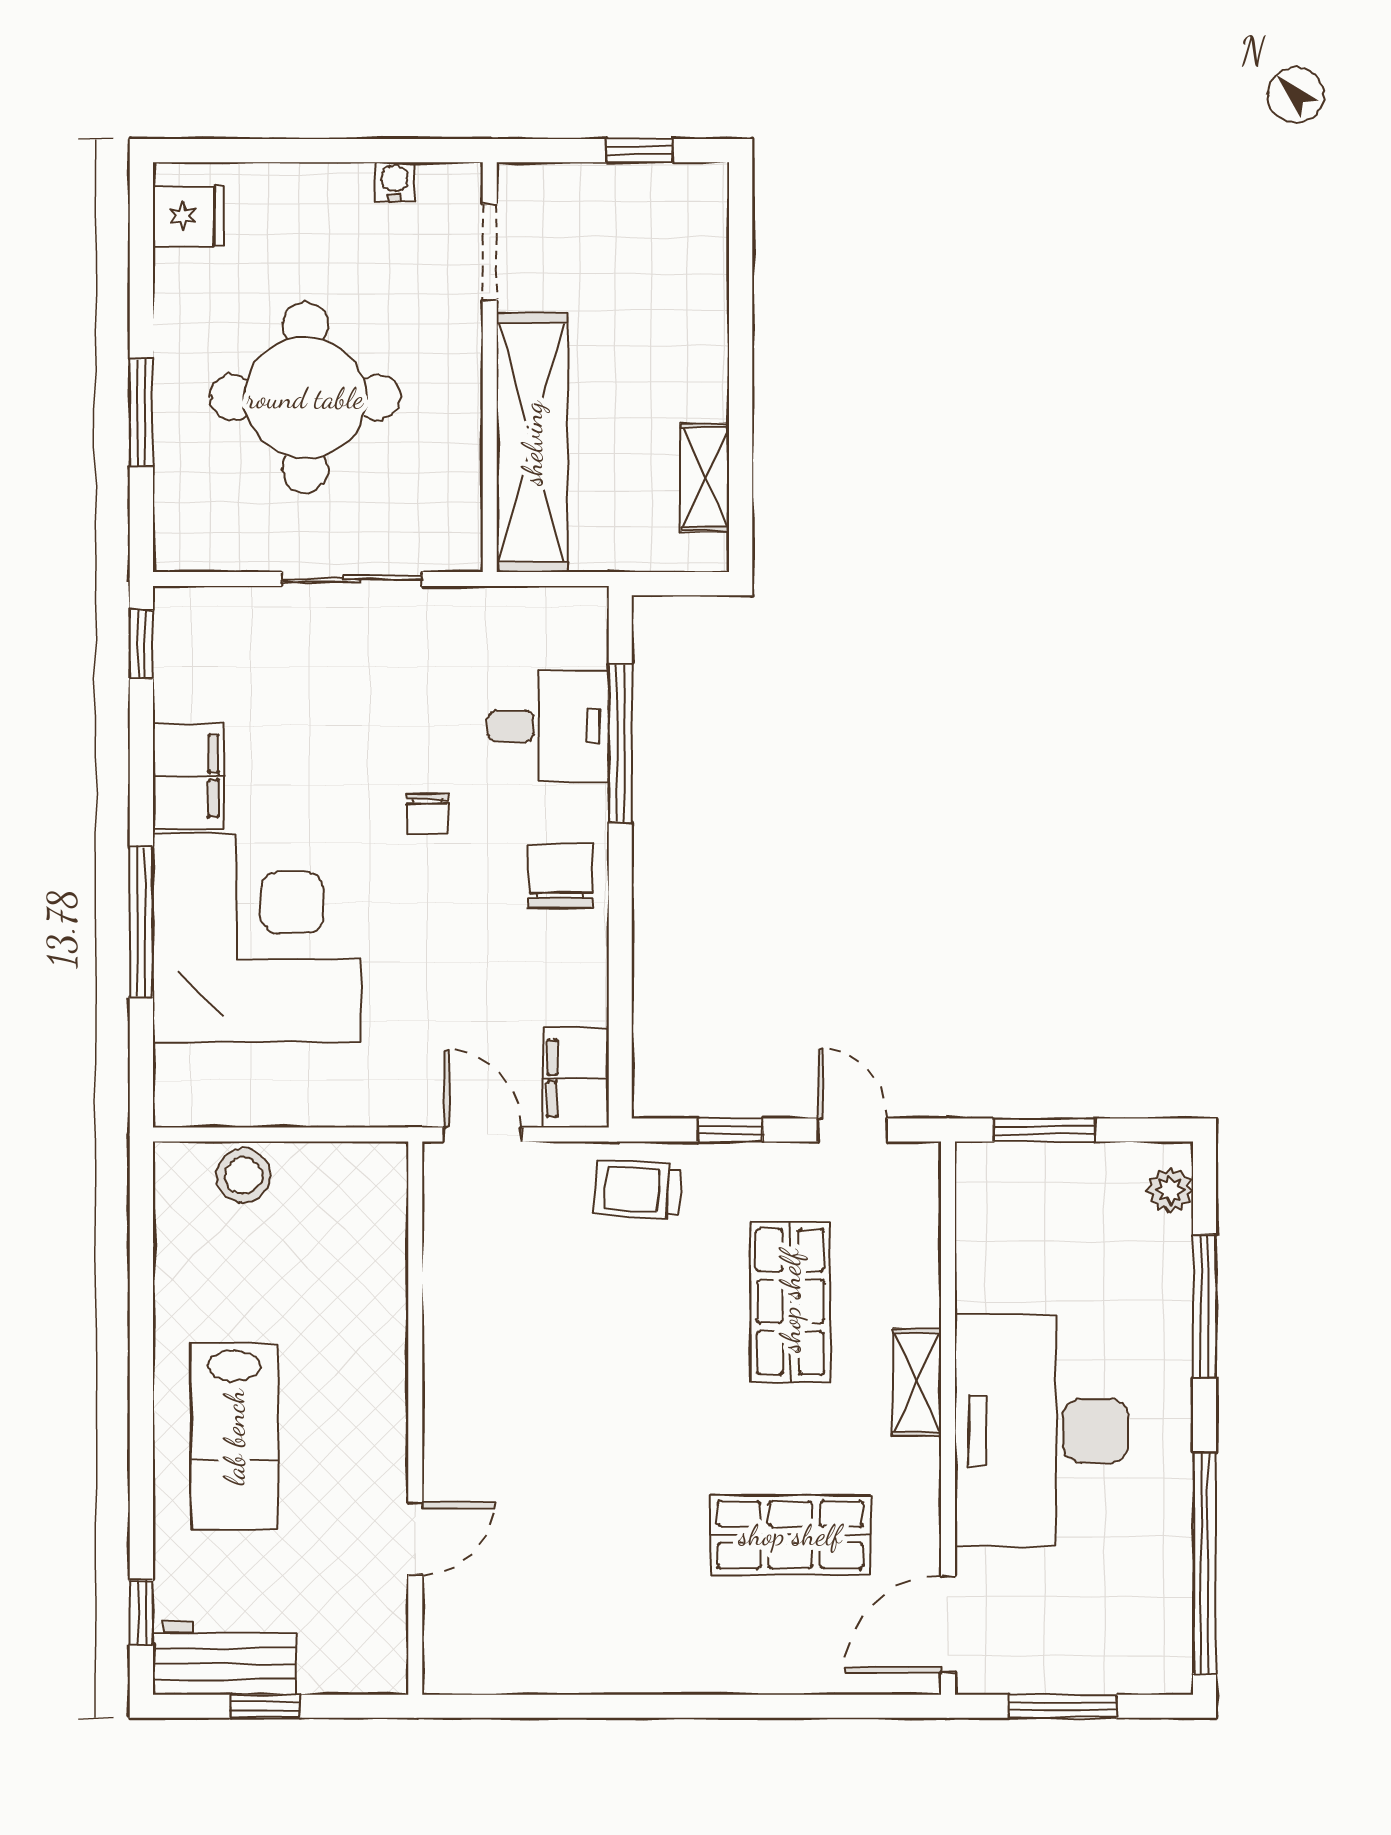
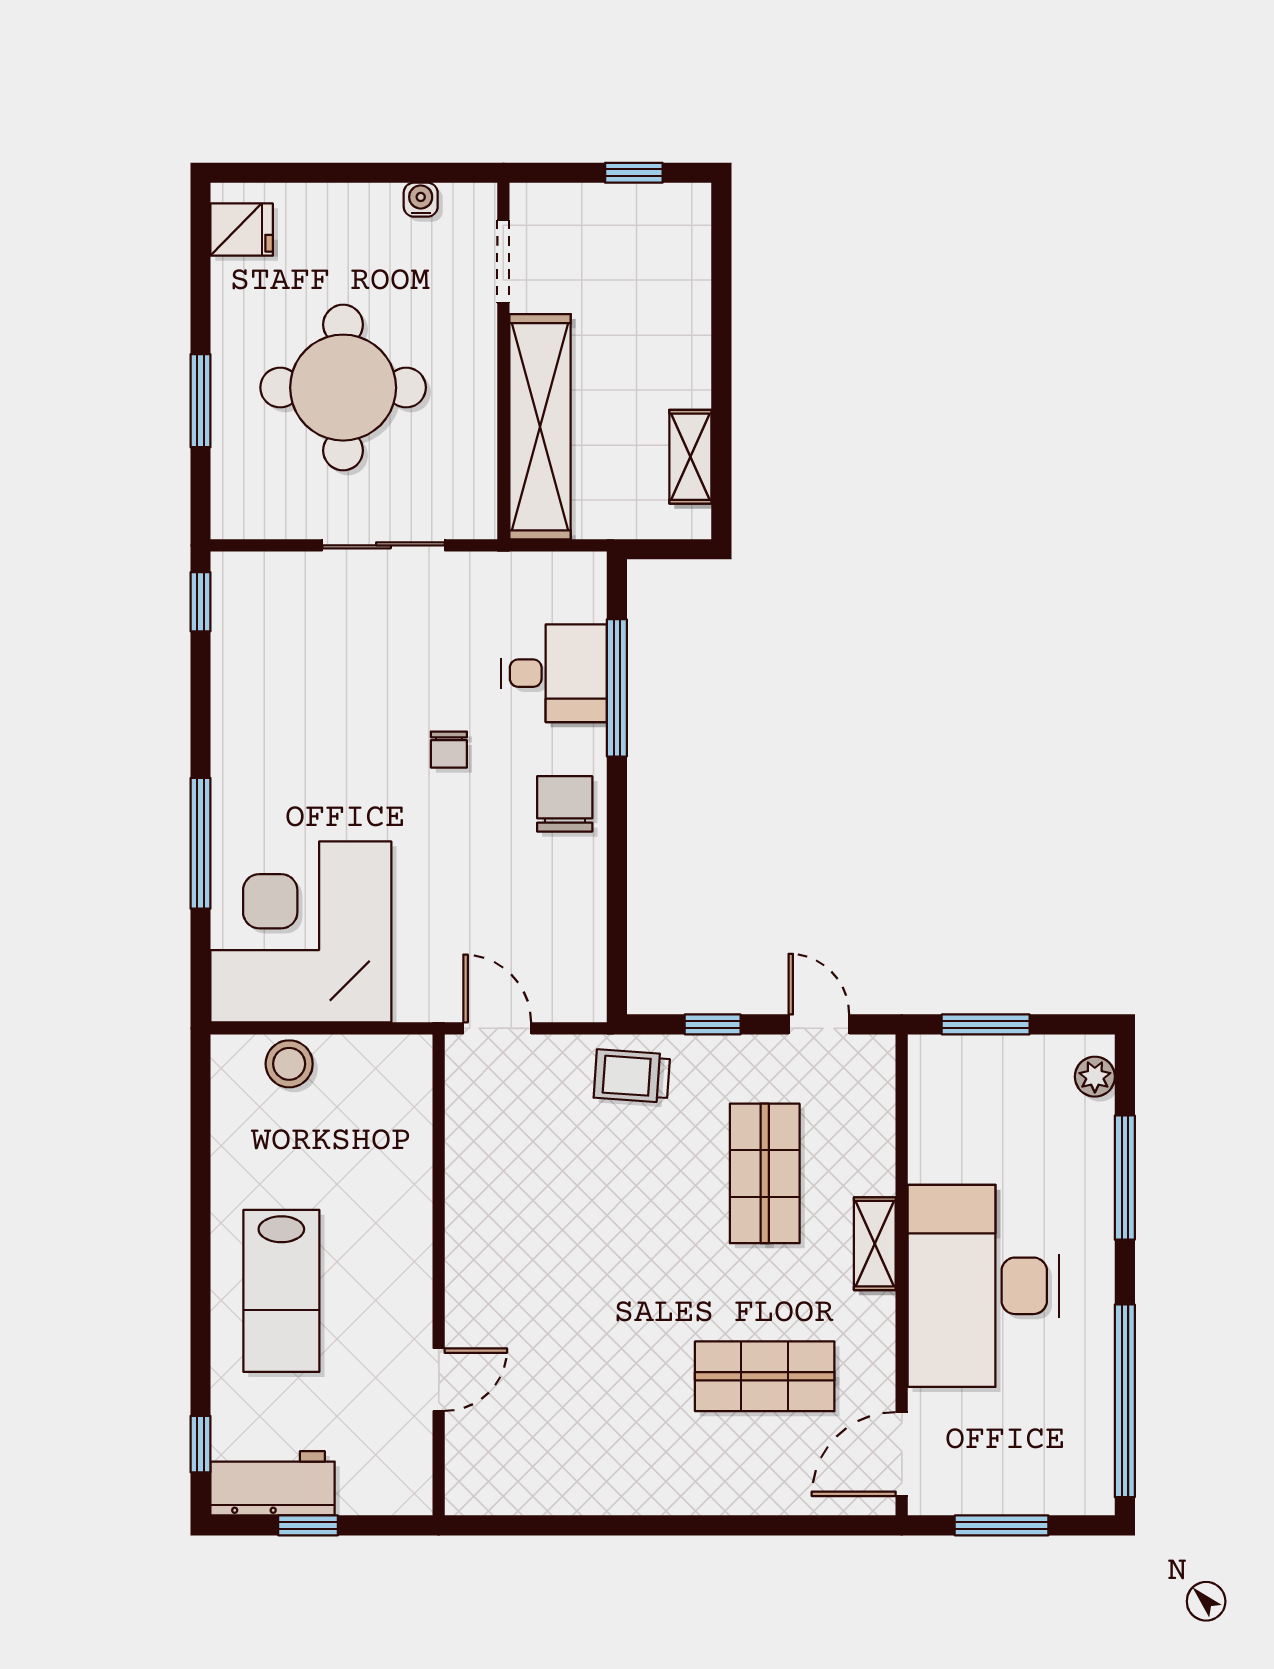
filing cabinet: (188, 776) -> (241, 717), removed
corner desk: (257, 938) -> (301, 932), moved, turned -90
filing cabinet: (576, 1078) -> (578, 979), removed

